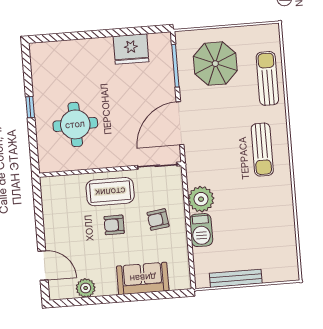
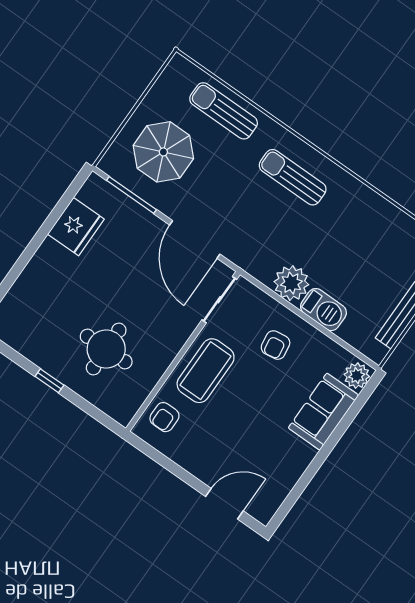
sun lounger: (262, 150) -> (293, 177), turned 180
armchair: (114, 225) -> (164, 417), moved
plant: (86, 288) -> (357, 376), moved

